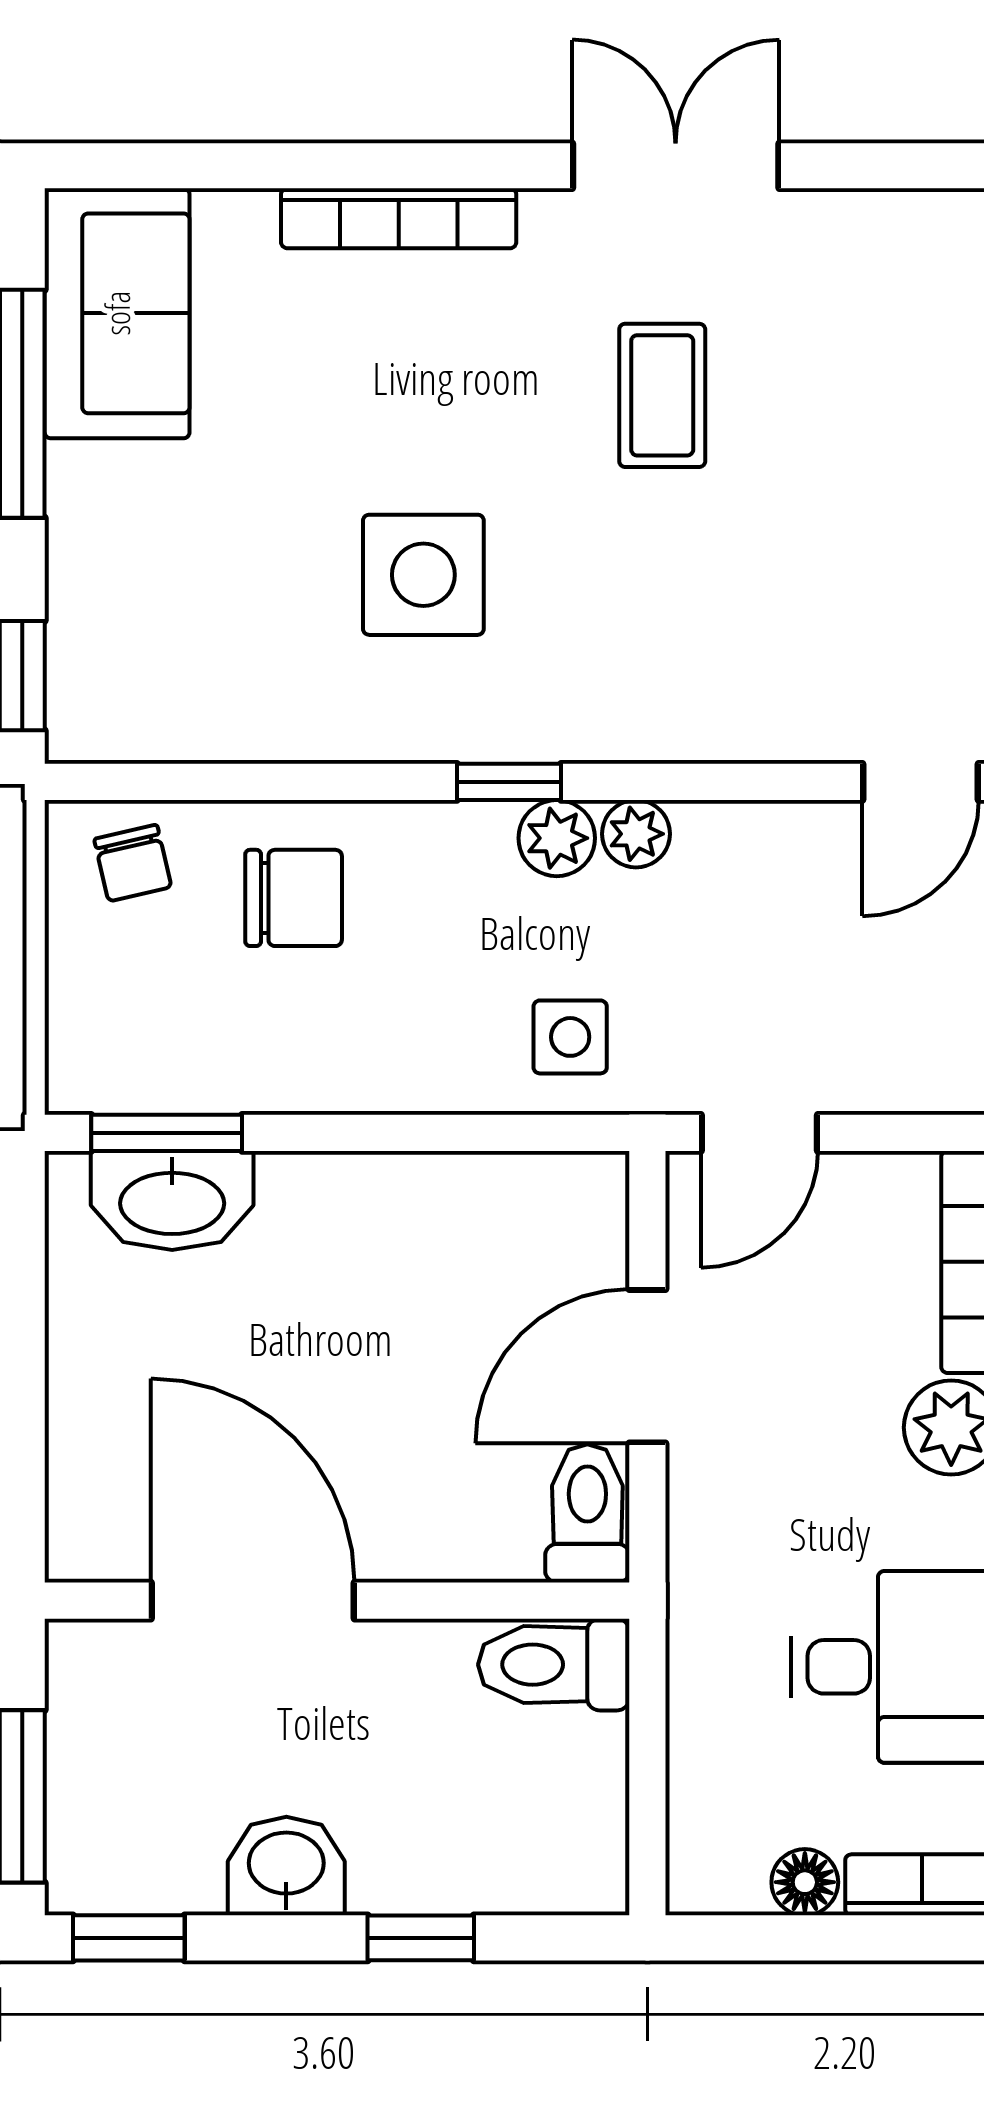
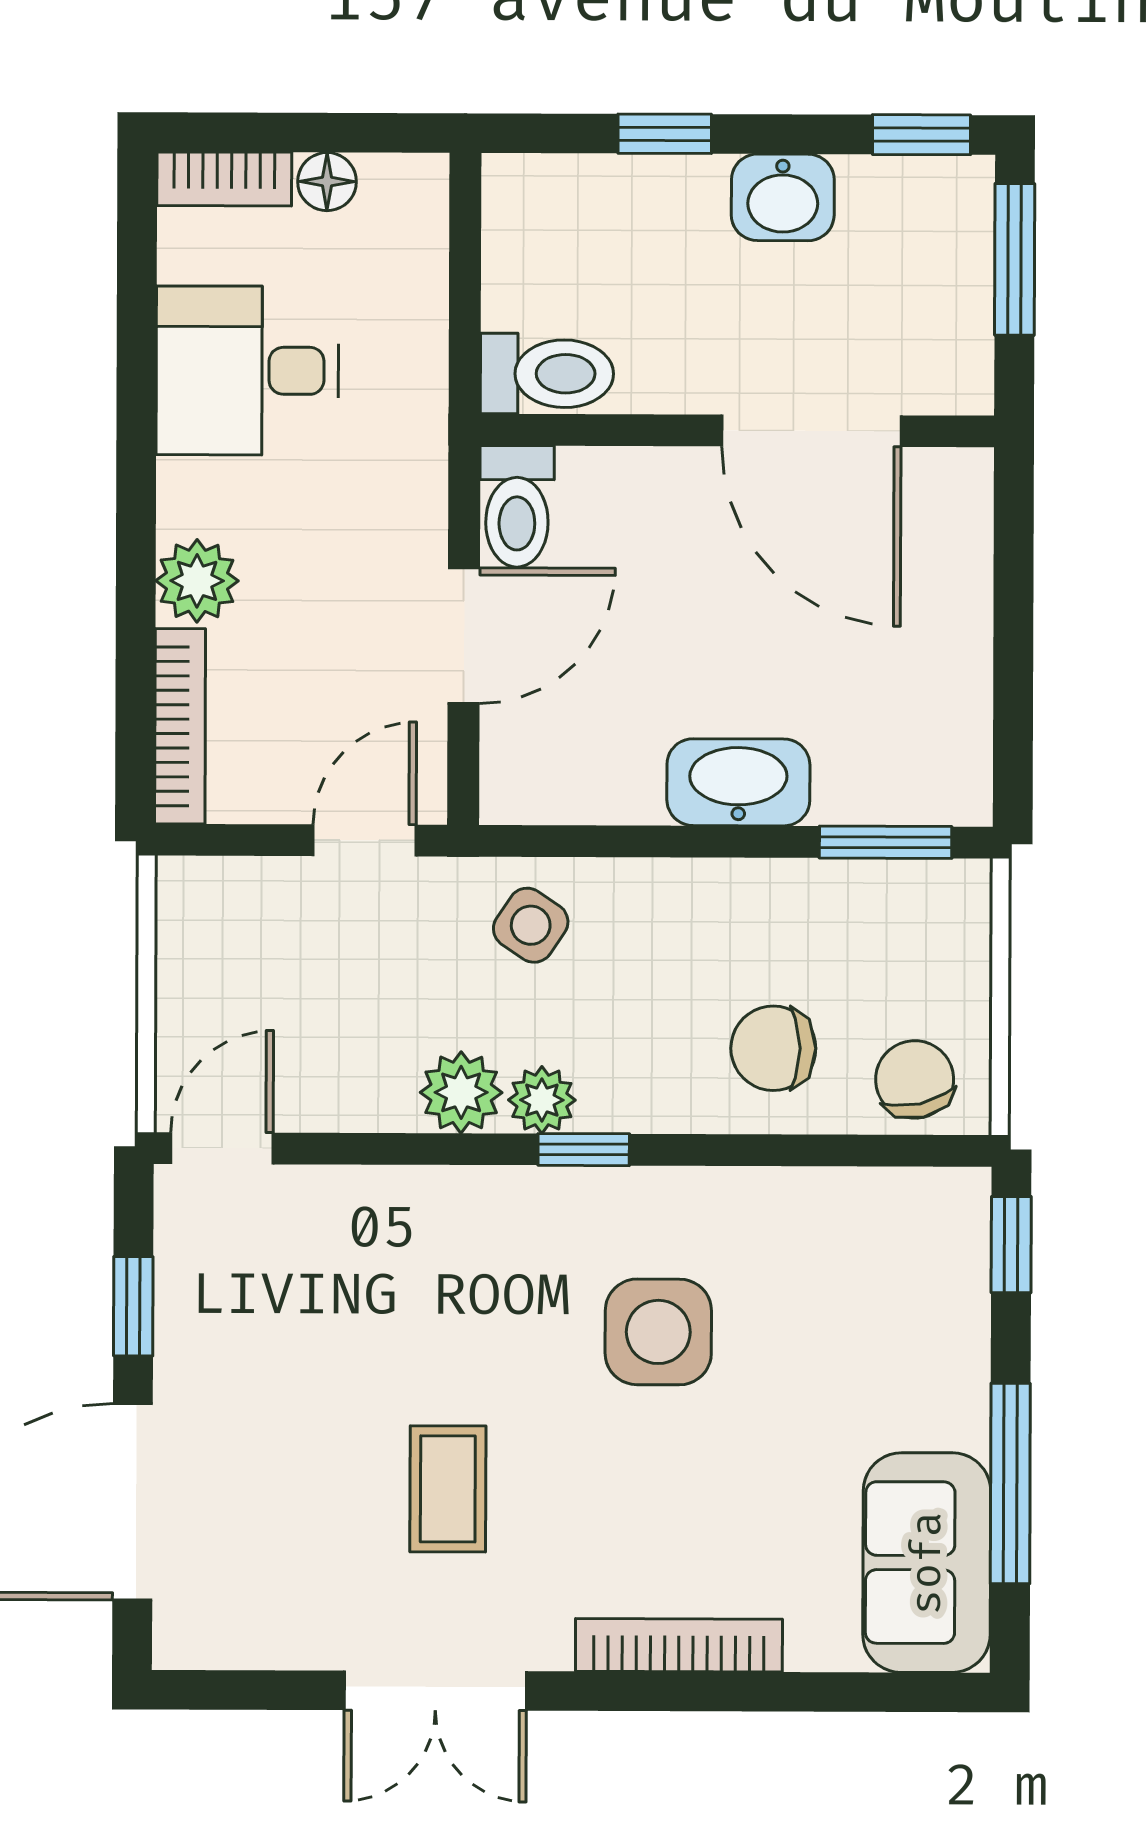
plant: (636, 834) -> (461, 1092), width x1.38, depth x1.38
chair: (133, 863) -> (915, 1079), width x1.37, depth x1.37
side table: (570, 1037) -> (531, 925), turned 34
washbasin: (172, 1200) -> (738, 782), moved

